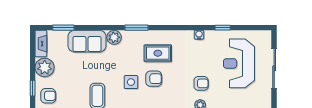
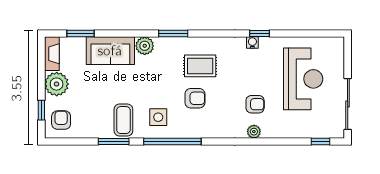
window: (223, 28) -> (259, 34), moved
reception desk: (239, 63) -> (303, 79), turned 180
sliding door: (274, 68) -> (348, 104), moved
side table: (131, 82) -> (158, 117), moved
armchair: (48, 96) -> (61, 120), turned -90

